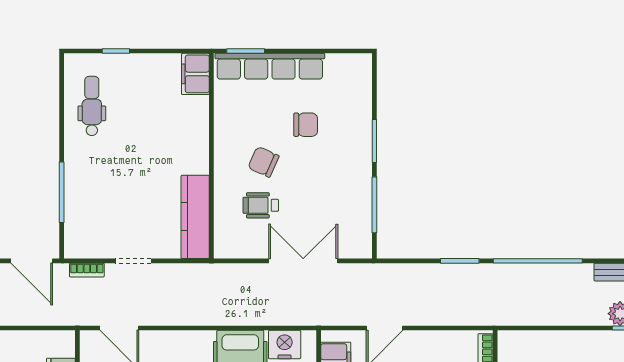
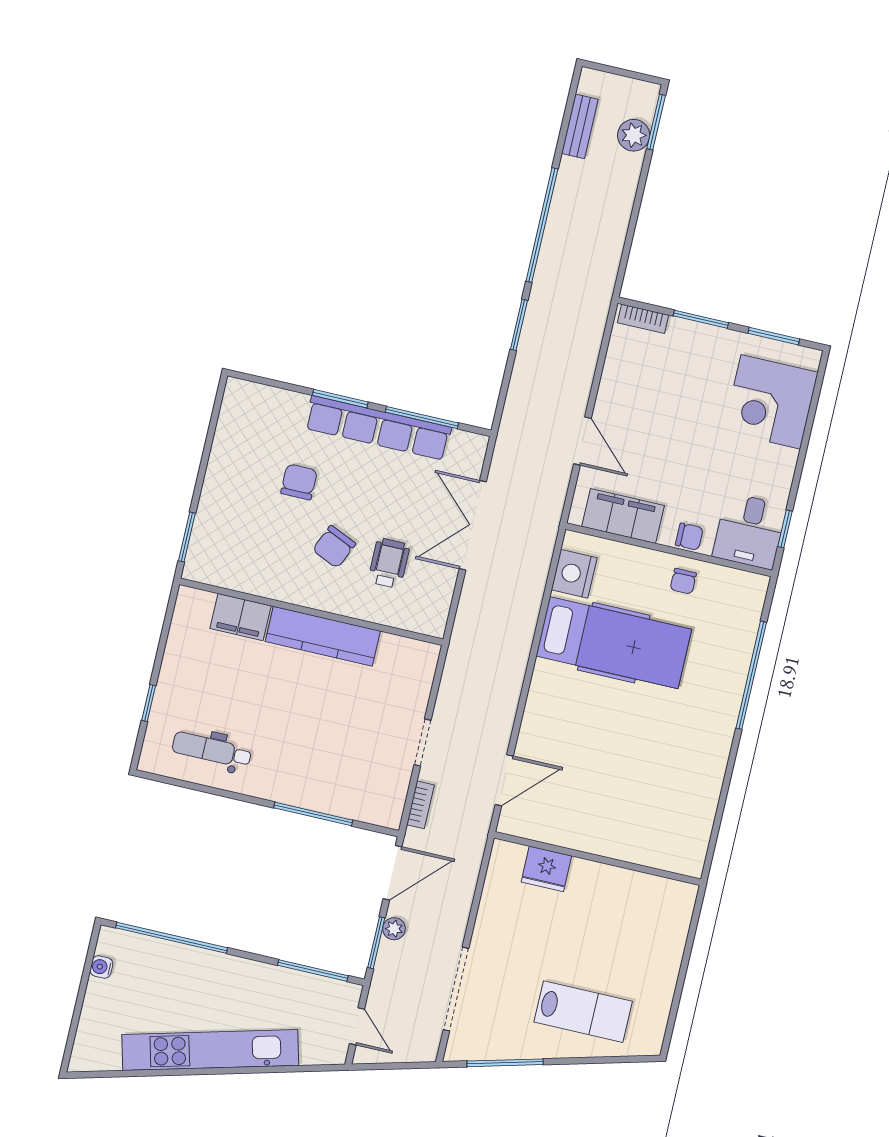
row of seats: (270, 66) -> (378, 428), moved, turned 90
filing cabinet: (195, 74) -> (240, 617), moved
wheelchair: (261, 205) -> (389, 563), turned 180
kitchen counter: (195, 217) -> (323, 636), moved

